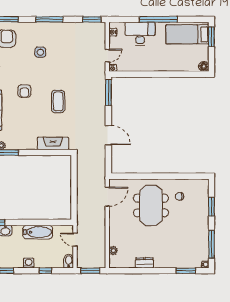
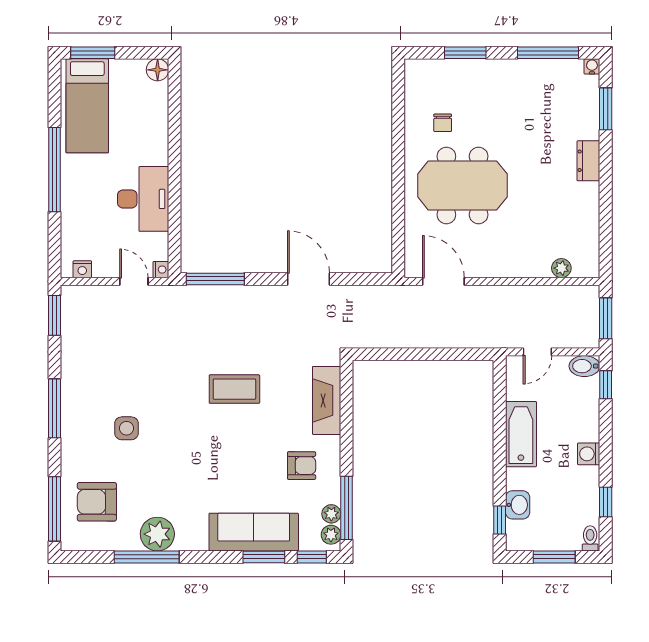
desk: (140, 34) -> (143, 199), moved, turned 180
armchair: (24, 91) -> (302, 466), moved
door: (108, 135) -> (308, 279), hinge flipped
dresser: (144, 263) -> (588, 161), moved
window: (45, 271) -> (606, 385), moved

